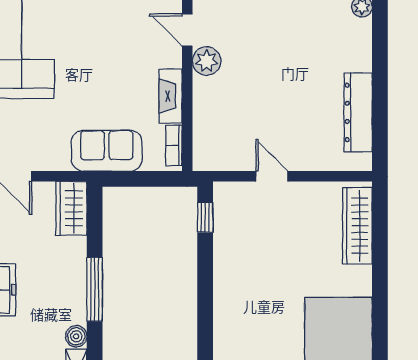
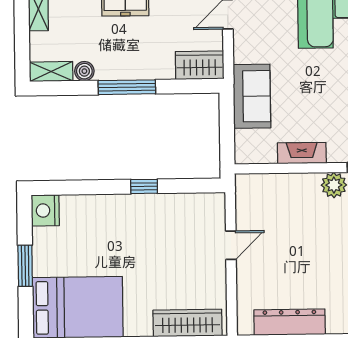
bookcase: (174, 145) -> (257, 157), removed
window: (205, 217) -> (144, 186), moved

